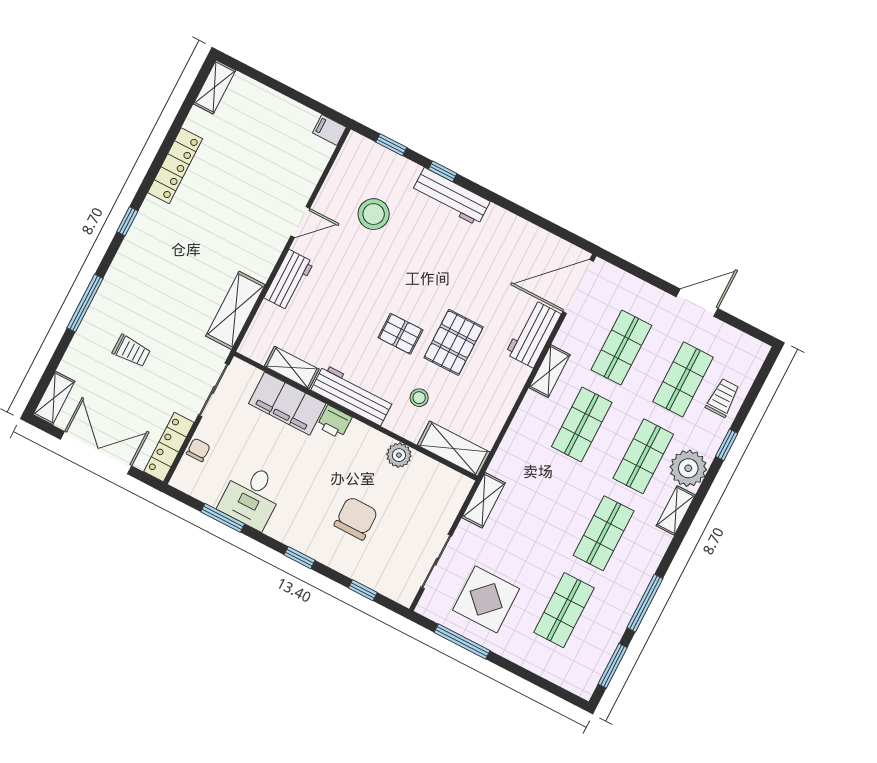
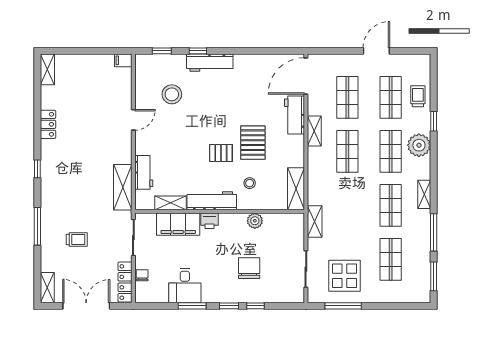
locker: (175, 166) -> (48, 124), width x0.66
workbench: (289, 280) -> (144, 172), moved
shelving: (454, 449) -> (296, 189), moved, turned 90
shelving: (676, 510) -> (424, 194), moved
window: (223, 518) -> (192, 306), moved
window: (363, 590) -> (256, 306), moved

